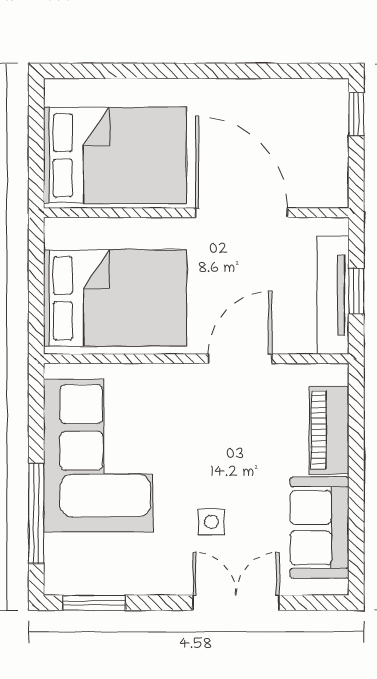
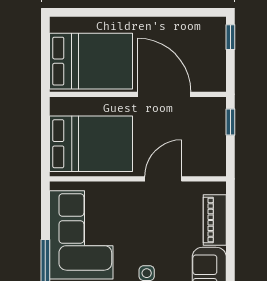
window: (356, 291) -> (230, 122), moved
tv unit: (333, 295) -> (217, 142), removed

